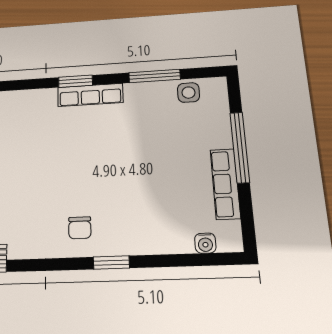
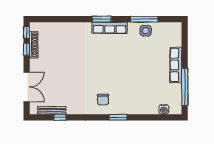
side table: (188, 93) -> (146, 31), moved
window: (240, 147) -> (185, 87), moved
row of seats: (225, 184) -> (176, 65), moved

